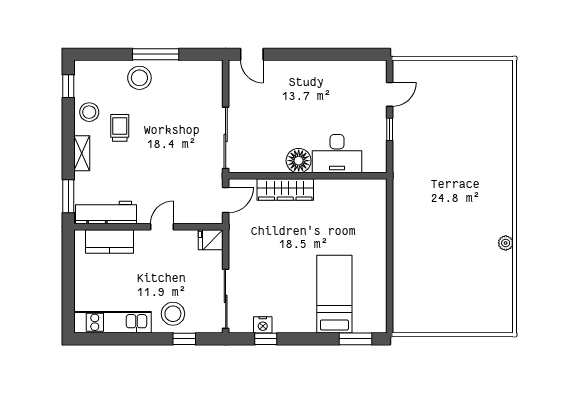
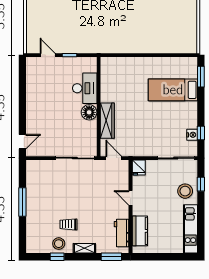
stool: (139, 78) -> (37, 212), removed
window: (68, 86) -> (57, 257), moved
workbench: (106, 212) -> (122, 233), width x0.73

